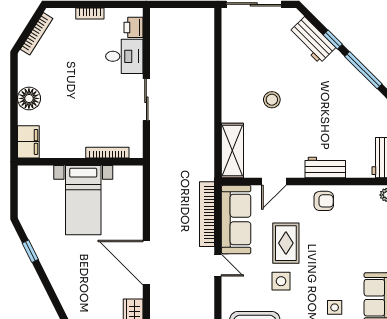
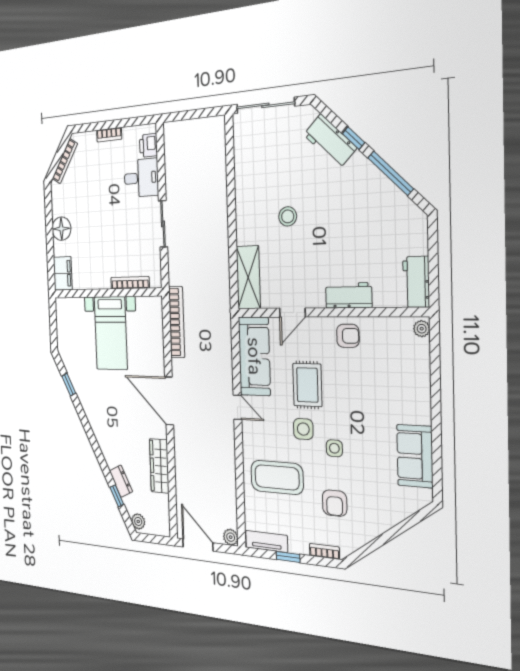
bookcase: (207, 214) -> (177, 322), moved, turned 180
side table: (335, 307) -> (334, 448), moved

